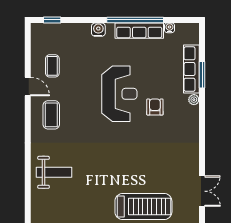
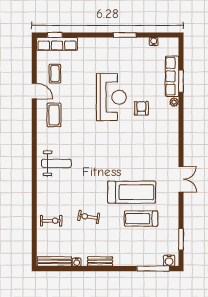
window: (135, 20) -> (125, 35), width x0.47
water cooler: (98, 30) -> (94, 43), removed
row of seats: (139, 31) -> (57, 44), moved

